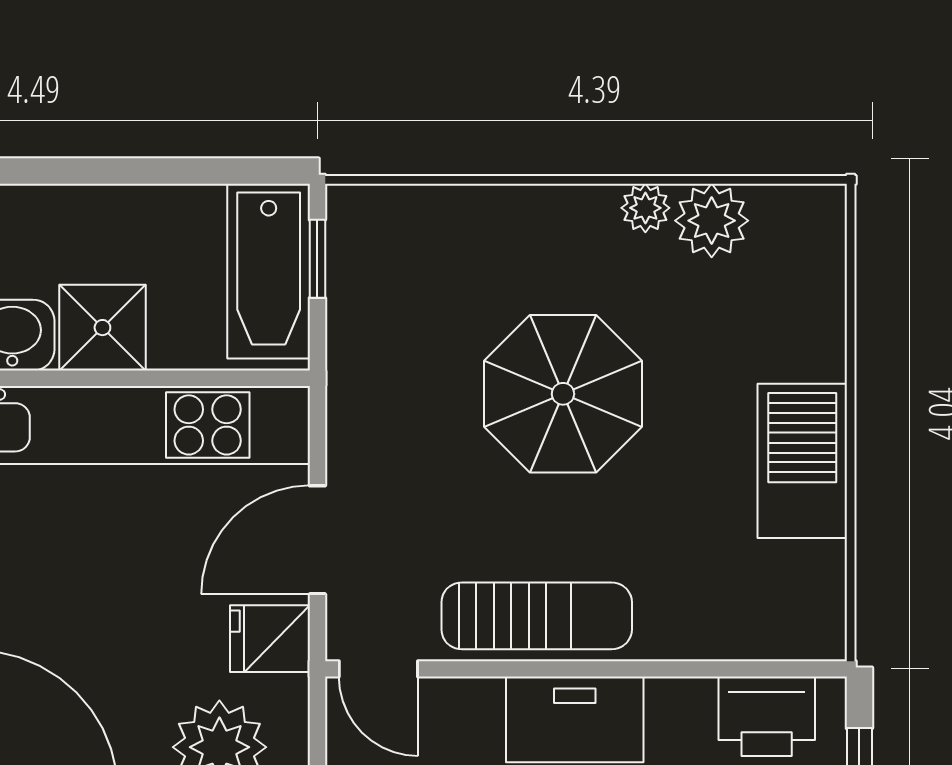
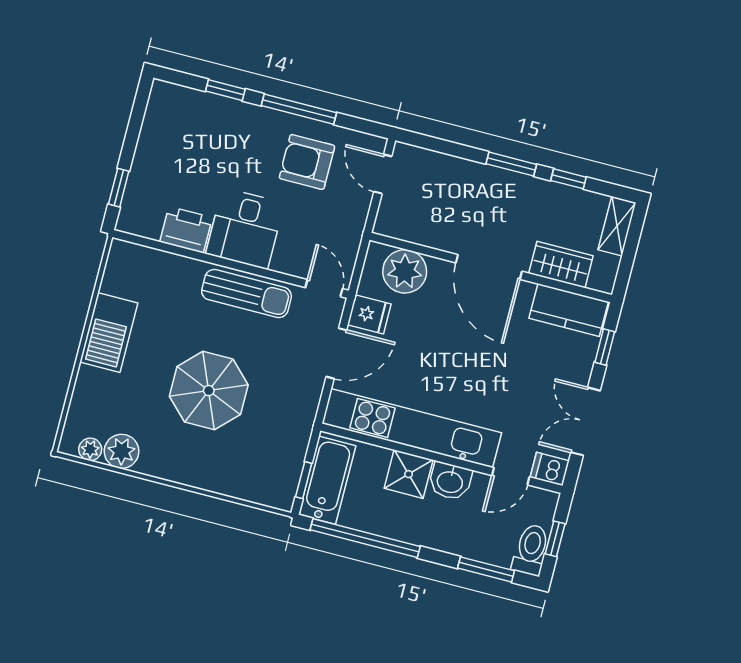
window: (158, 171) -> (365, 538), added
plant: (645, 208) -> (90, 449), moved
sun lounger: (537, 616) -> (246, 294), turned 180
printer: (767, 716) -> (186, 230), moved

